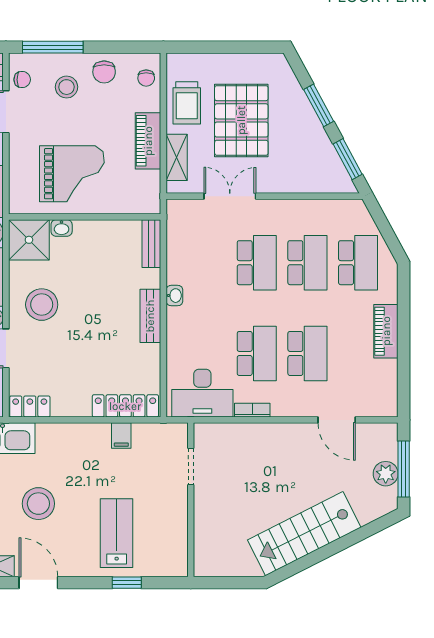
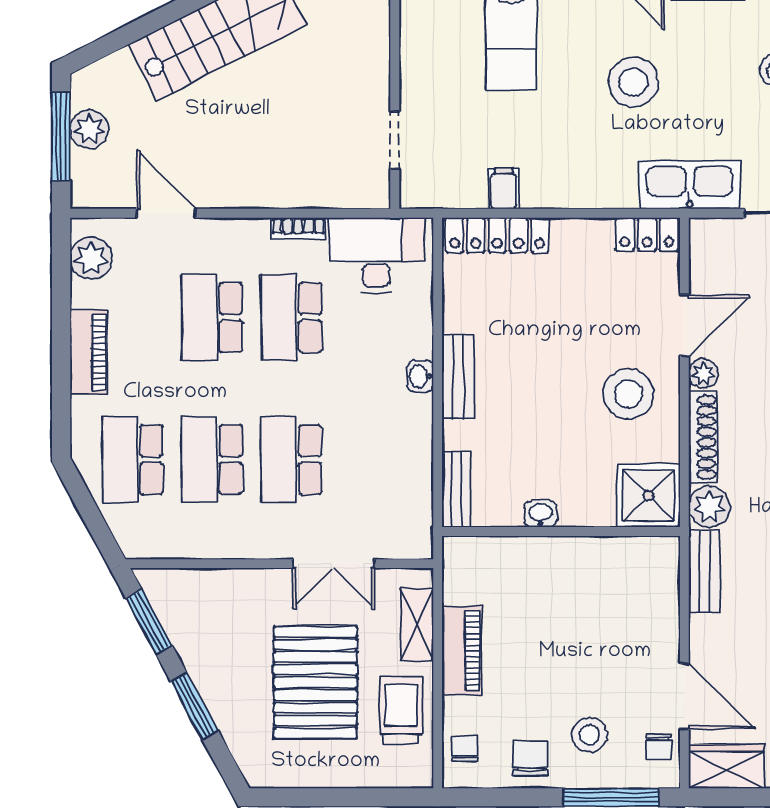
chair: (22, 80) -> (659, 747), turned -90
grand piano: (72, 174) -> (581, 599), removed
washbasin: (62, 228) -> (541, 514), moved
washbasin: (174, 296) -> (420, 376), moved
plant: (385, 391) -> (91, 258), added

